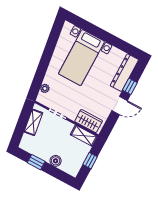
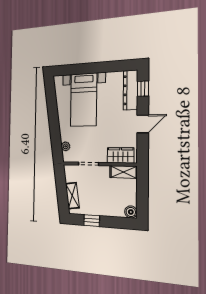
window: (130, 86) -> (143, 89), moved
shelving: (33, 122) -> (72, 196), moved
boiler: (56, 161) -> (131, 212), moved
window: (90, 161) -> (142, 194), removed

